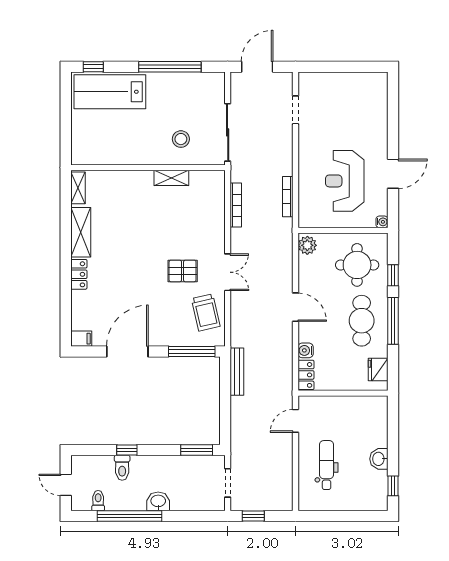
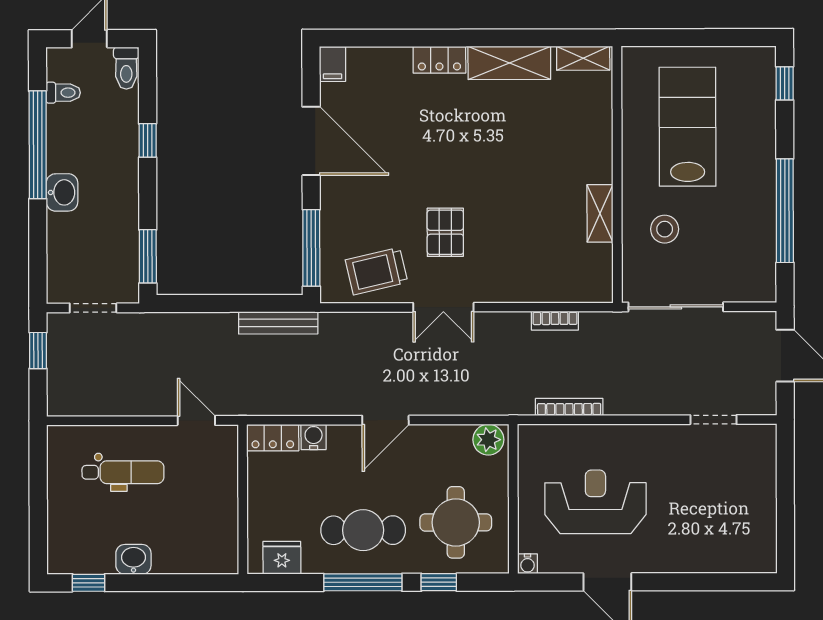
lab bench: (110, 92) -> (688, 127), moved
bookcase: (236, 205) -> (555, 321), width x0.64
toilet: (122, 468) -> (126, 68), moved, turned -90

